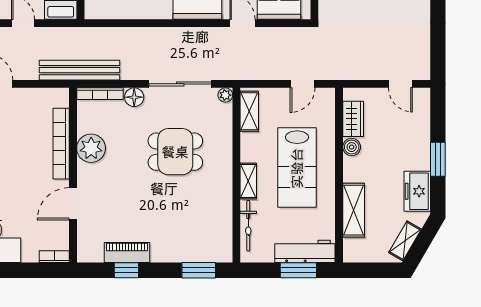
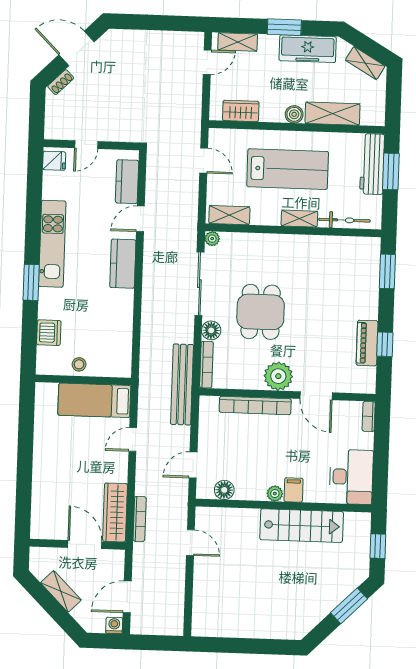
shelving: (421, 113) -> (238, 42), added
boiler: (352, 147) -> (294, 114), moved
plant: (91, 148) -> (278, 376), moved
dining table: (175, 152) -> (261, 312), moved
freezer: (417, 191) -> (308, 49), width x1.40

